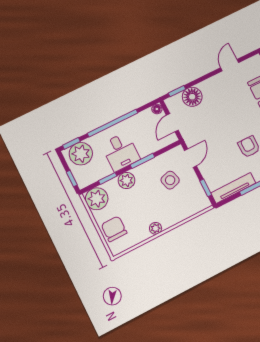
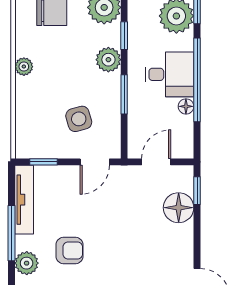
floor lamp: (157, 109) -> (186, 106), moved
door: (172, 123) -> (156, 162), hinge flipped
desk: (121, 152) -> (169, 74), moved, turned 180
door: (190, 158) -> (95, 162), hinge flipped

